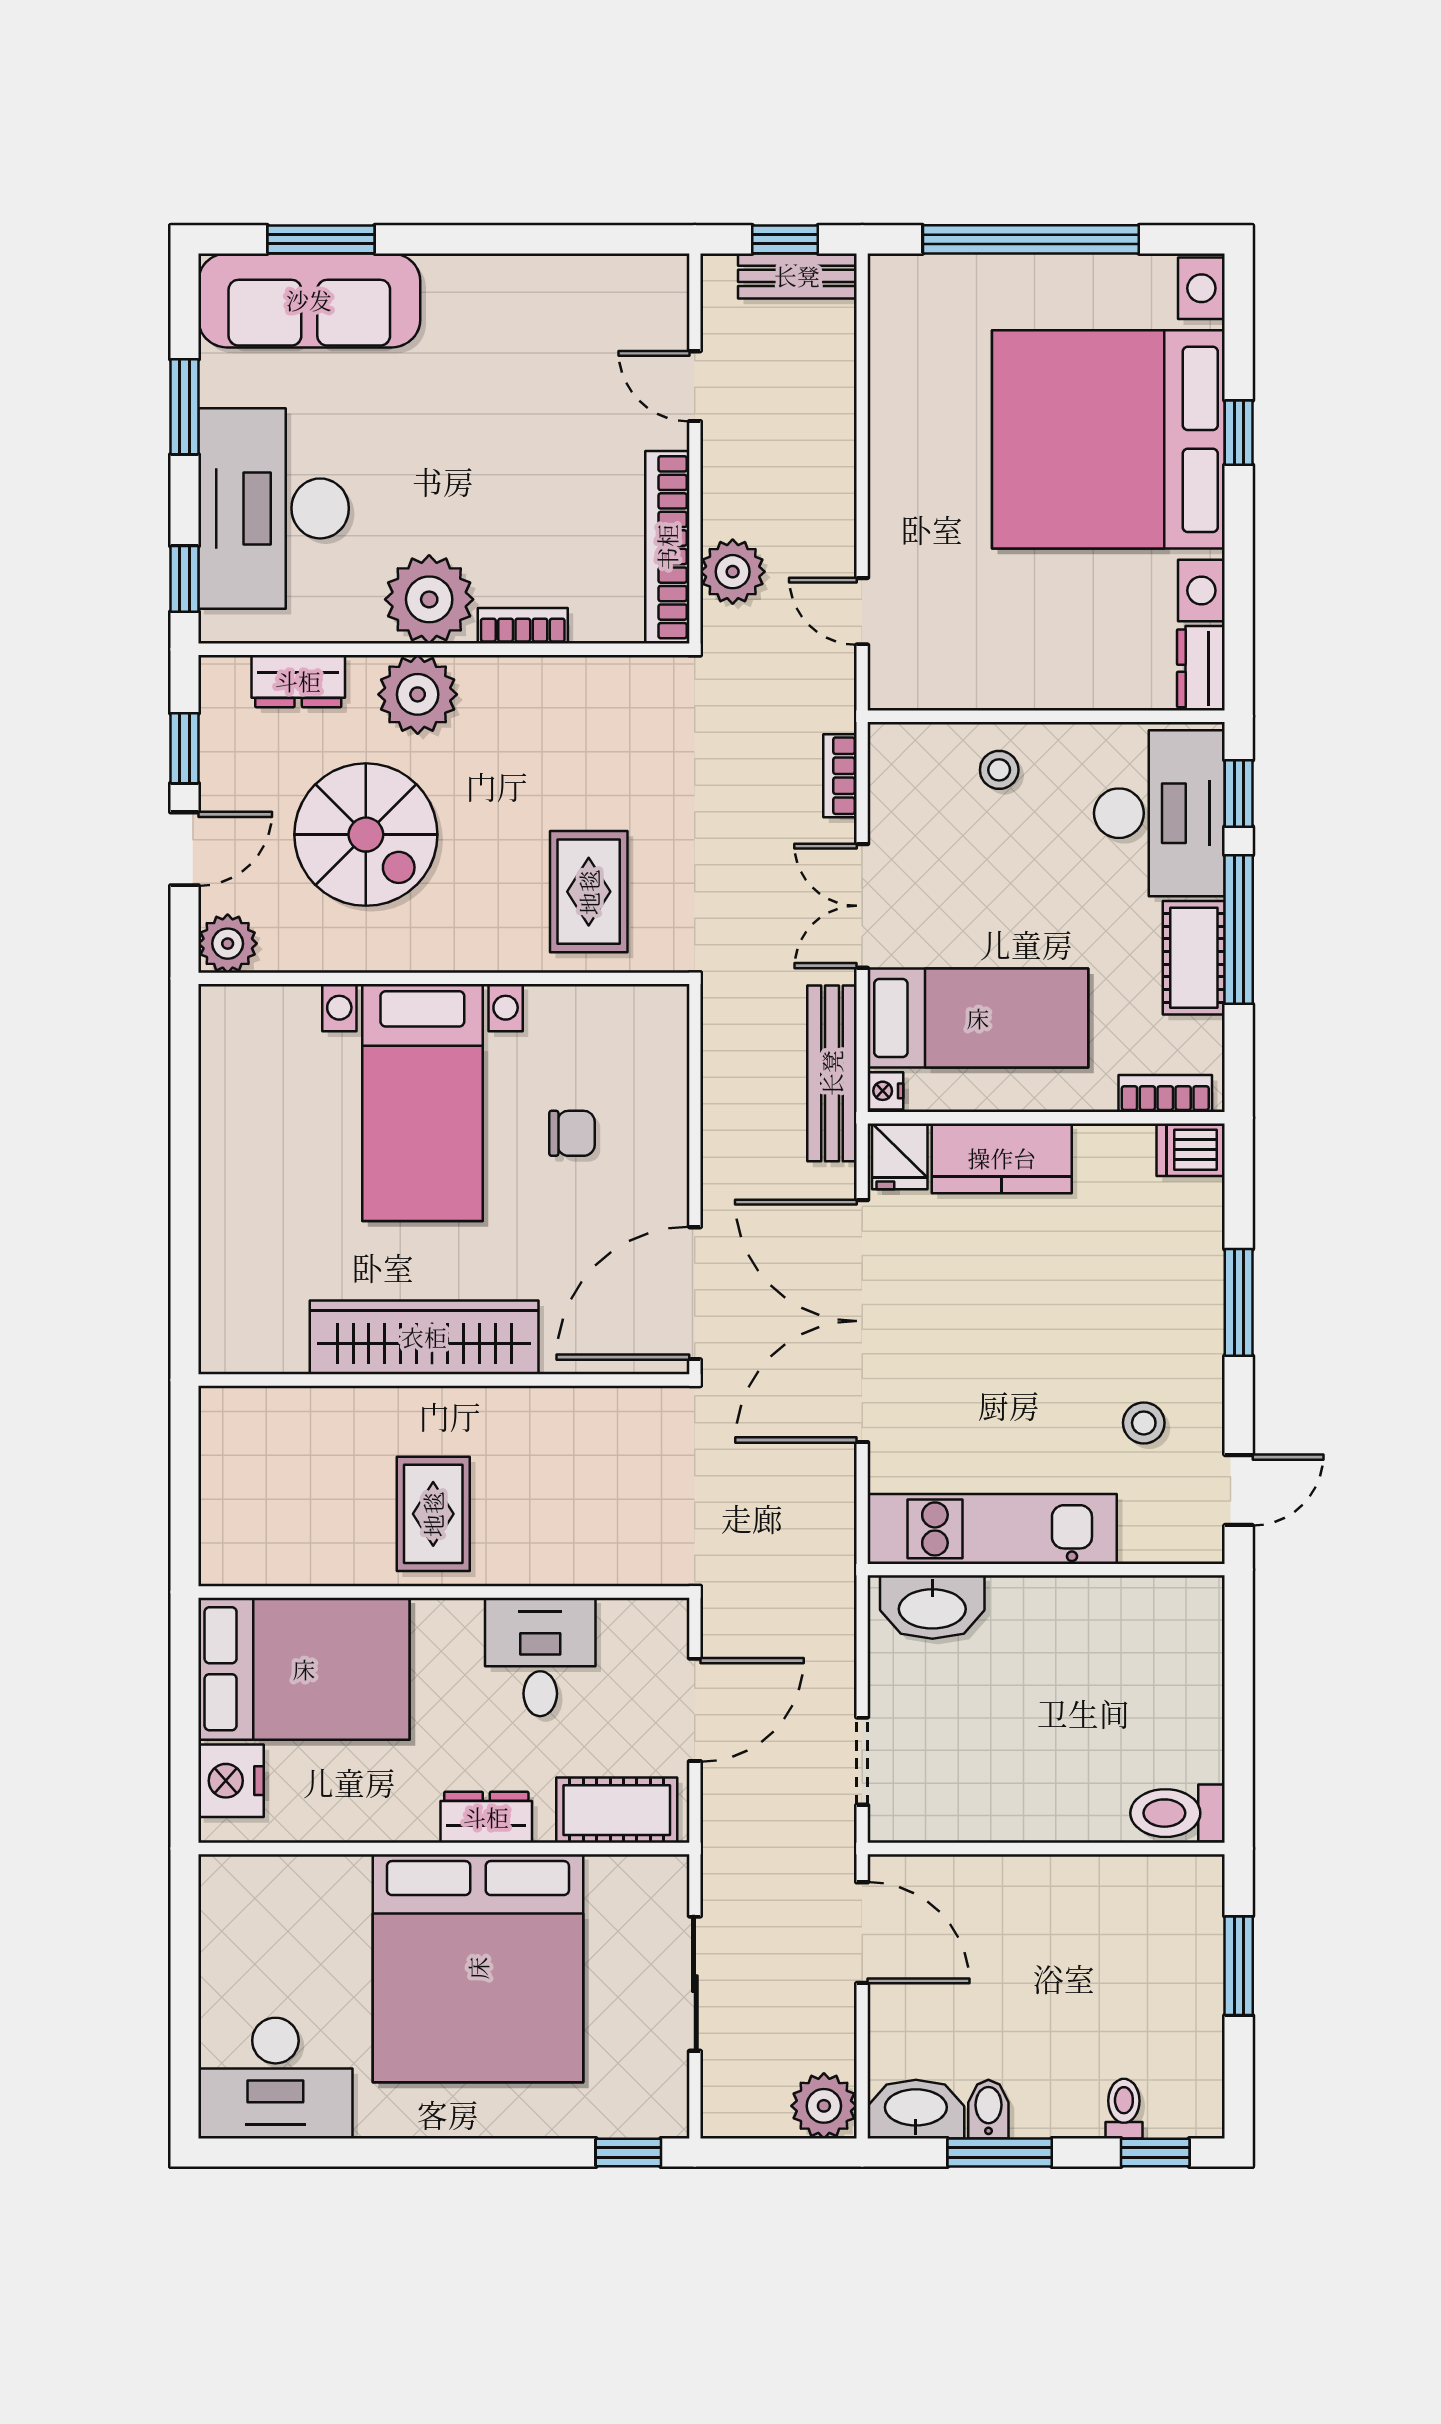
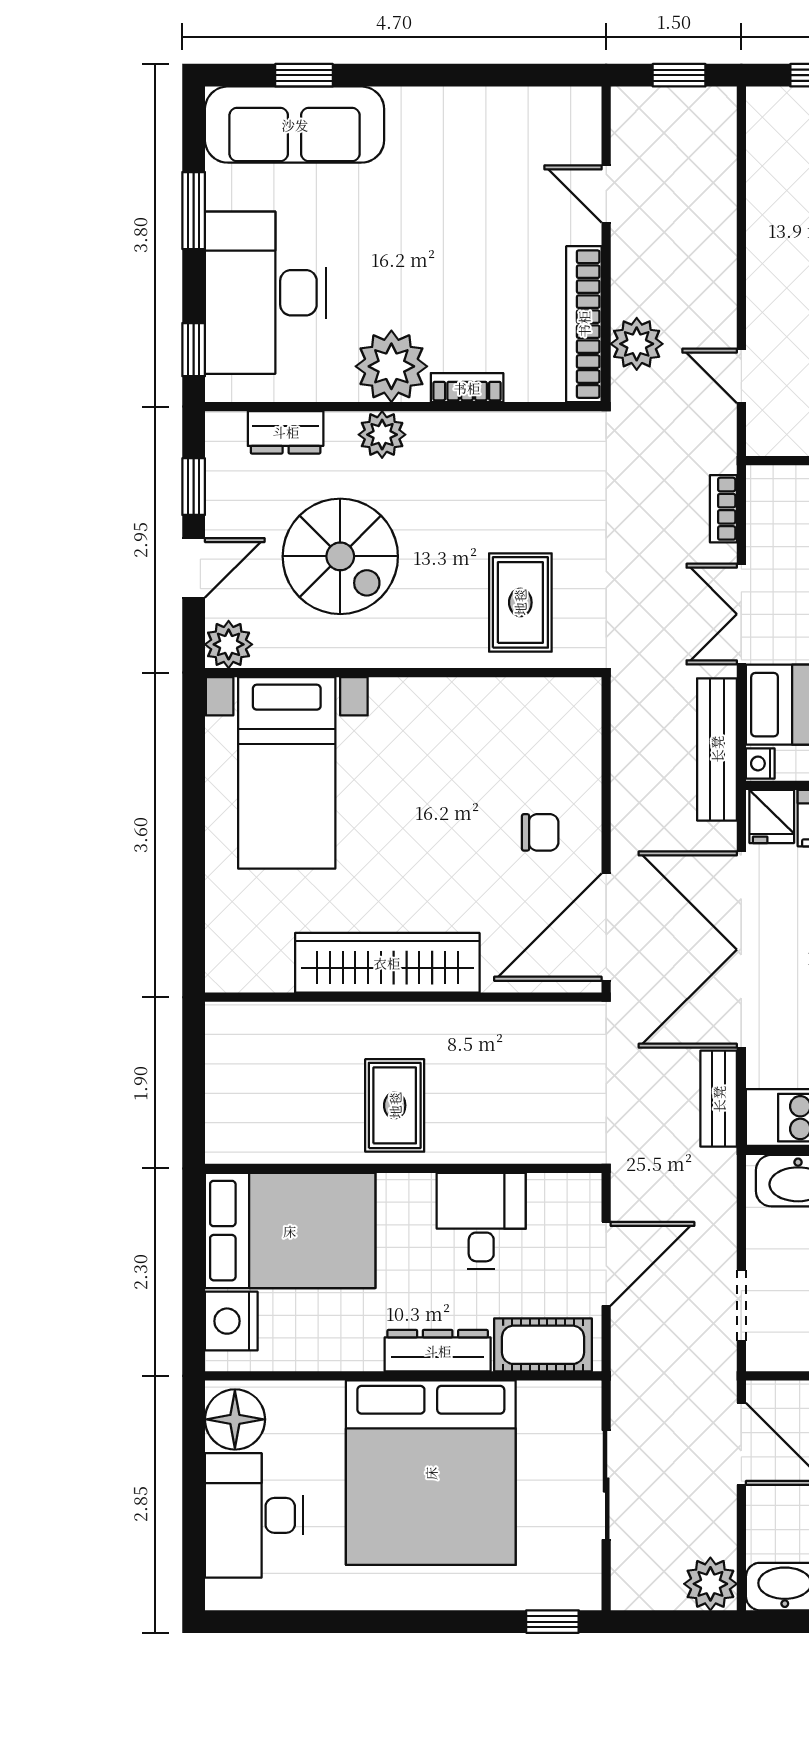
window: (321, 239) -> (304, 75), width x0.67
bench: (797, 276) -> (719, 1099), moved, turned 90
plant: (418, 694) -> (382, 435), width x0.73, depth x0.73
bed with nightstands: (422, 1102) -> (287, 773), moved
chair: (572, 1133) -> (540, 832), moved
dresser: (486, 1817) -> (438, 1351), width x1.44
floor lamp: (236, 1902) -> (235, 1419), added
desk: (275, 2078) -> (254, 1515), moved, turned 90

